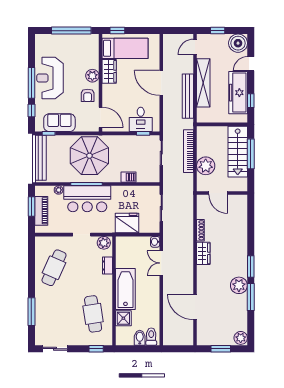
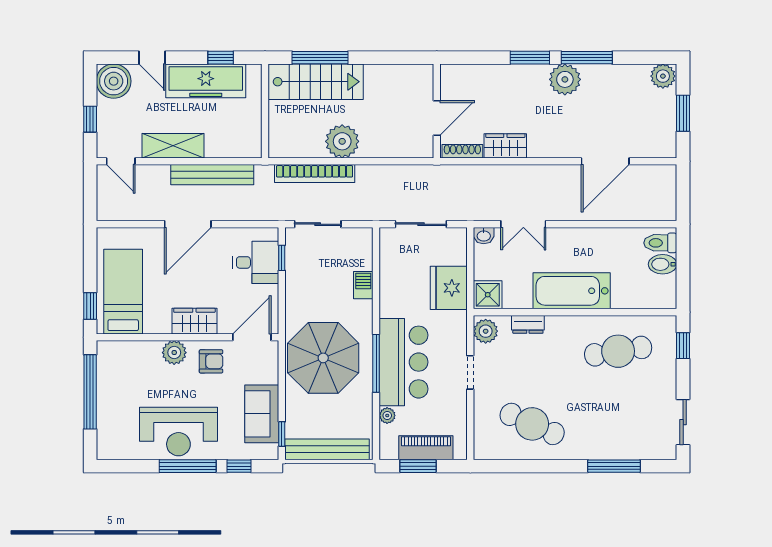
wardrobe: (109, 71) -> (194, 321), moved
shelving: (203, 83) -> (173, 146), width x0.68
door: (218, 193) -> (437, 118), moved
wall: (222, 193) -> (437, 111), moved
shower: (123, 318) -> (488, 295), moved

